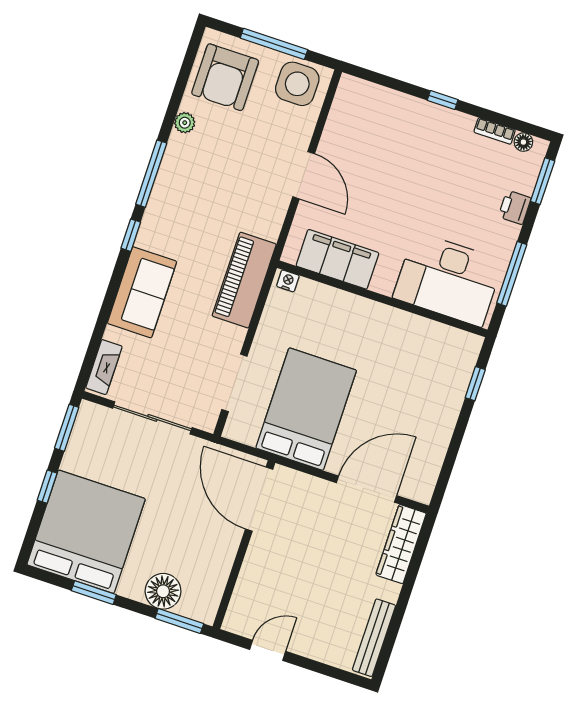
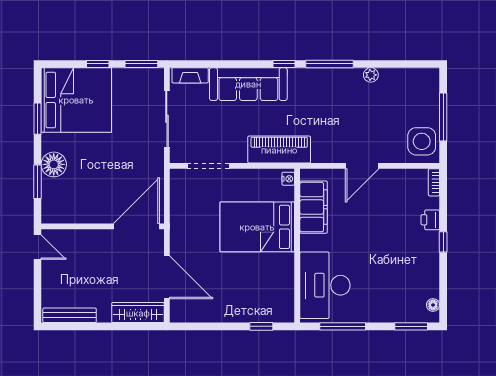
armchair: (225, 77) -> (410, 92), removed
bookcase: (495, 131) -> (434, 182), moved
printer: (515, 207) -> (430, 220), moved, turned -90
sofa: (142, 292) -> (248, 84), width x1.36
bed: (306, 409) -> (257, 227), moved, turned 180
door: (259, 499) -> (136, 226), moved
wall: (244, 545) -> (103, 226), moved

